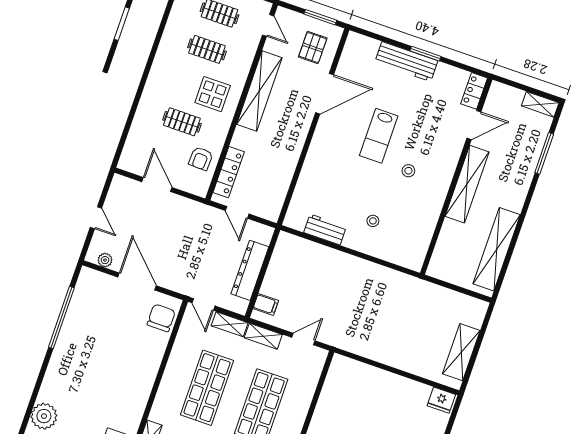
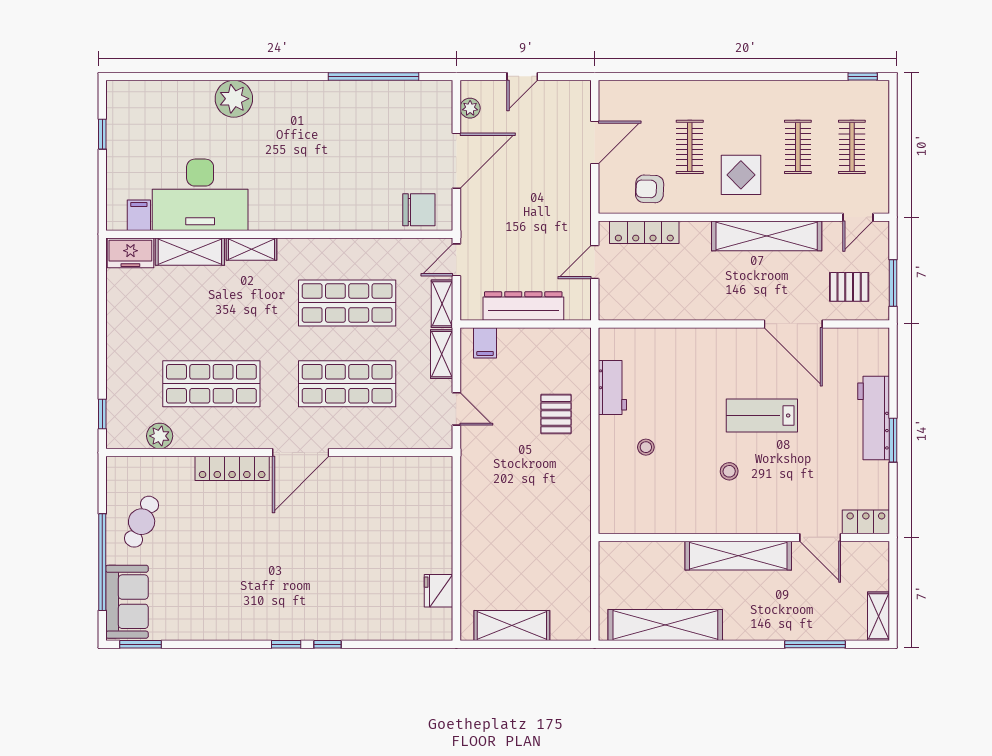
pallet: (330, 273) -> (556, 414), added
fridge: (441, 400) -> (439, 591), moved

